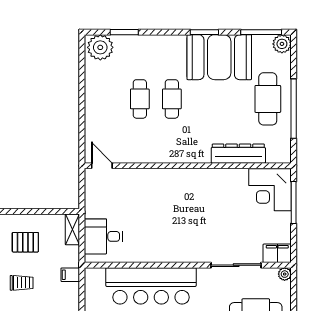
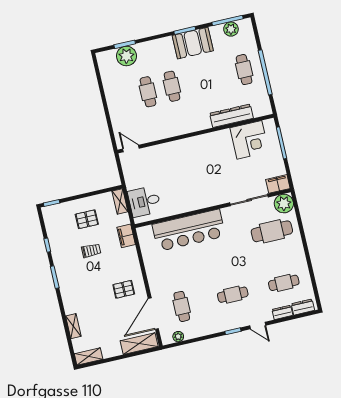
plant: (282, 44) -> (231, 29), moved
plant: (100, 47) -> (126, 56), moved
booth: (219, 57) -> (193, 43), width x0.73, depth x0.70
cafe table: (268, 99) -> (244, 70), width x0.73, depth x0.74
corner desk: (270, 190) -> (249, 140), moved, turned -90
plant: (285, 274) -> (284, 204), width x1.87, depth x1.87
filing cabinet: (70, 275) -> (126, 236), width x2.00

